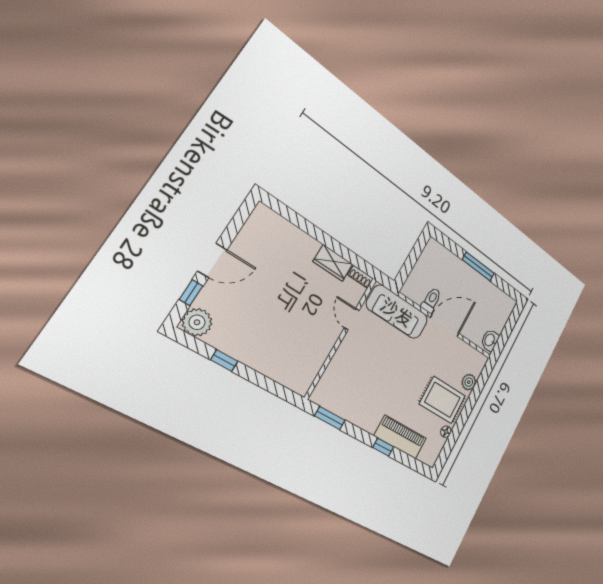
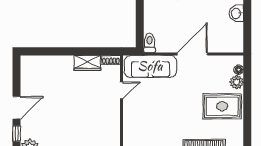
toilet: (431, 300) -> (149, 43), moved
door: (352, 319) -> (122, 90), swing flipped
washbasin: (490, 340) -> (236, 13), moved
floor lamp: (446, 432) -> (239, 70), moved

